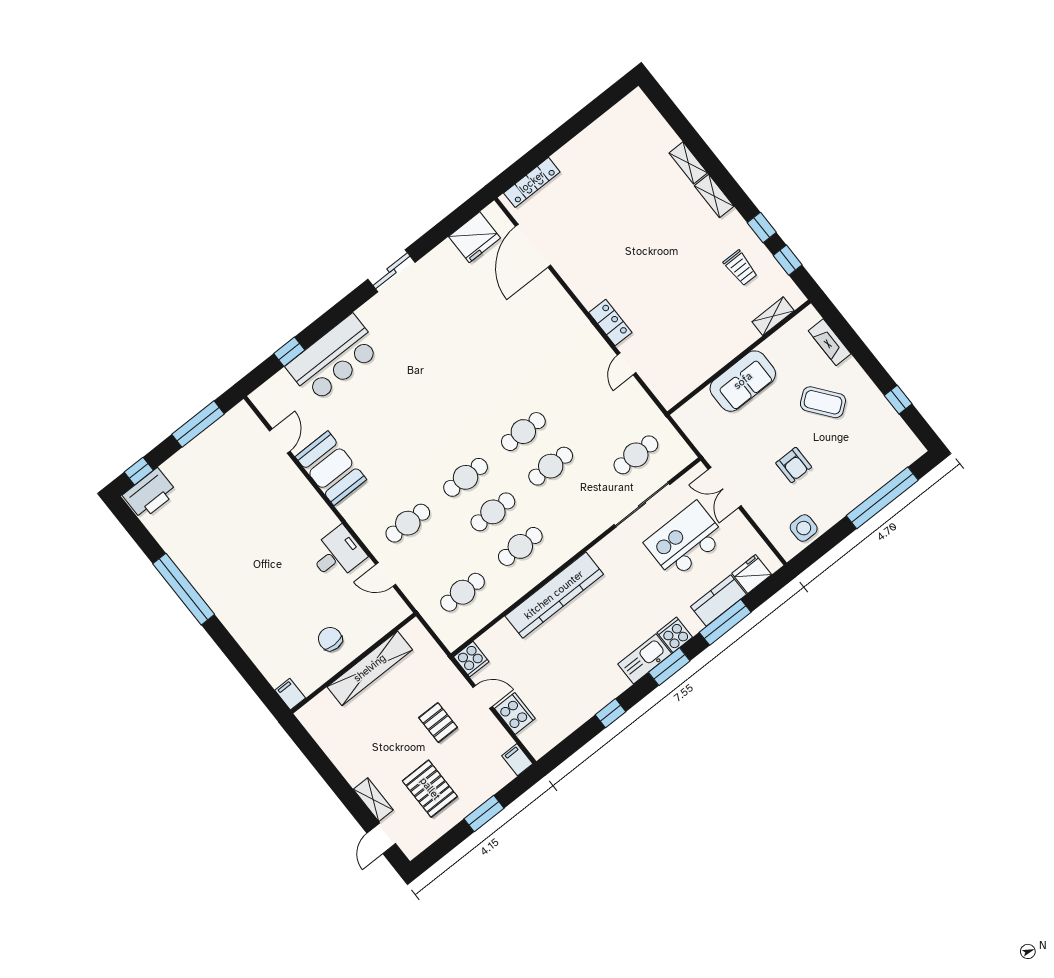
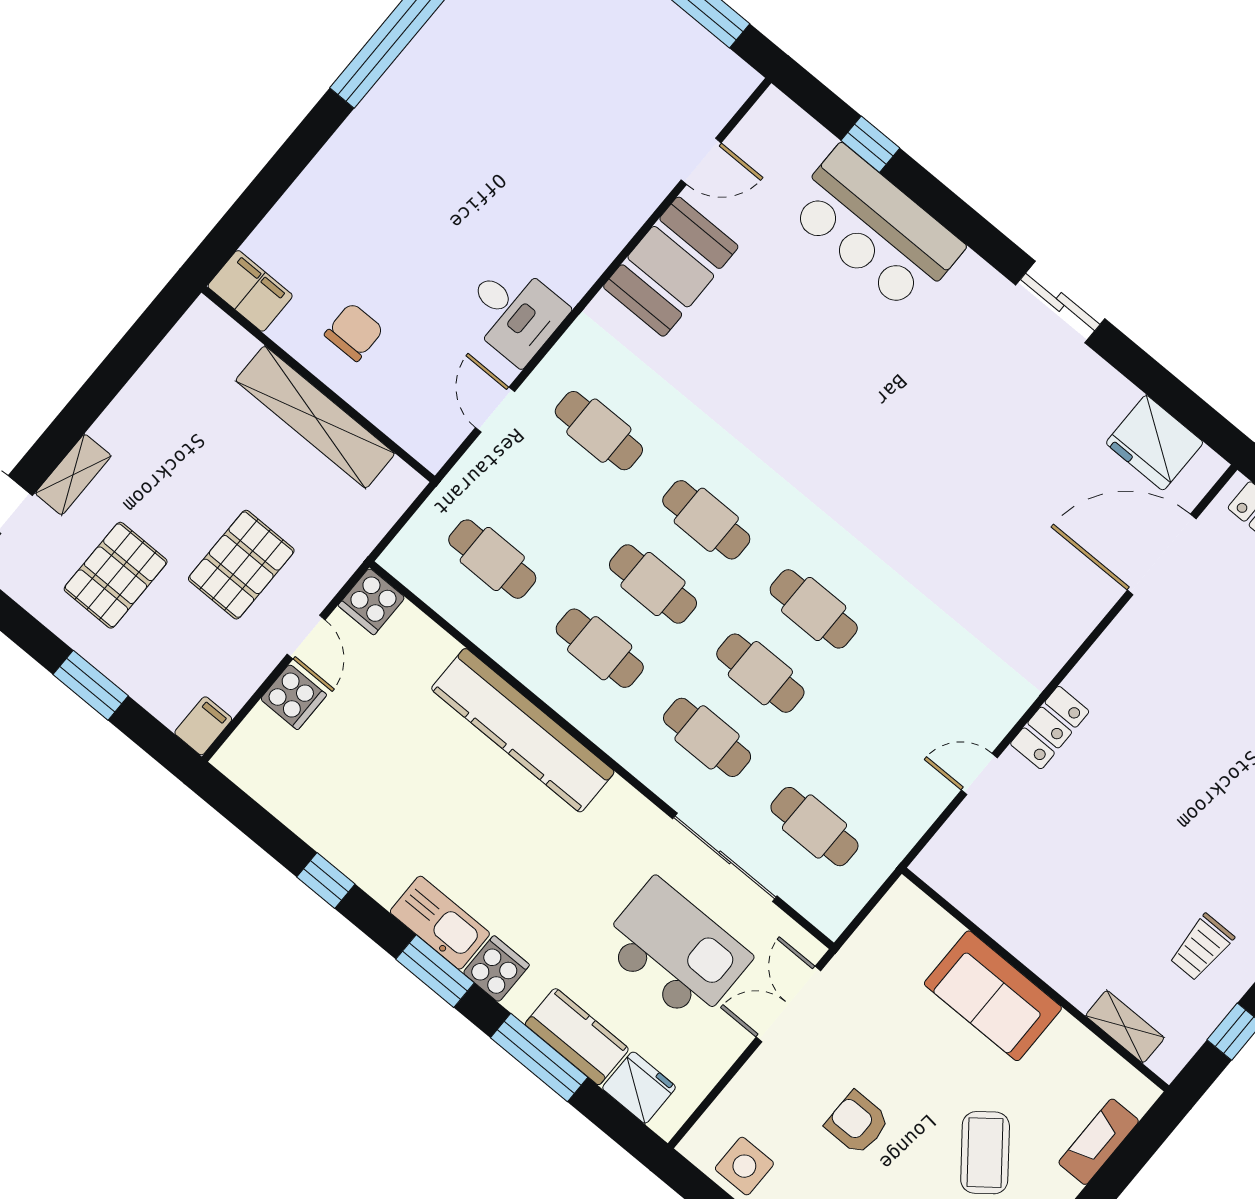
armchair: (794, 465) -> (857, 1123), turned 90
cafe table: (578, 501) -> (707, 737), added
filing cabinet: (290, 694) -> (250, 291), width x2.00
cooker: (515, 713) -> (294, 697), width x0.73
pallet: (438, 723) -> (241, 565), width x1.50, depth x1.42

